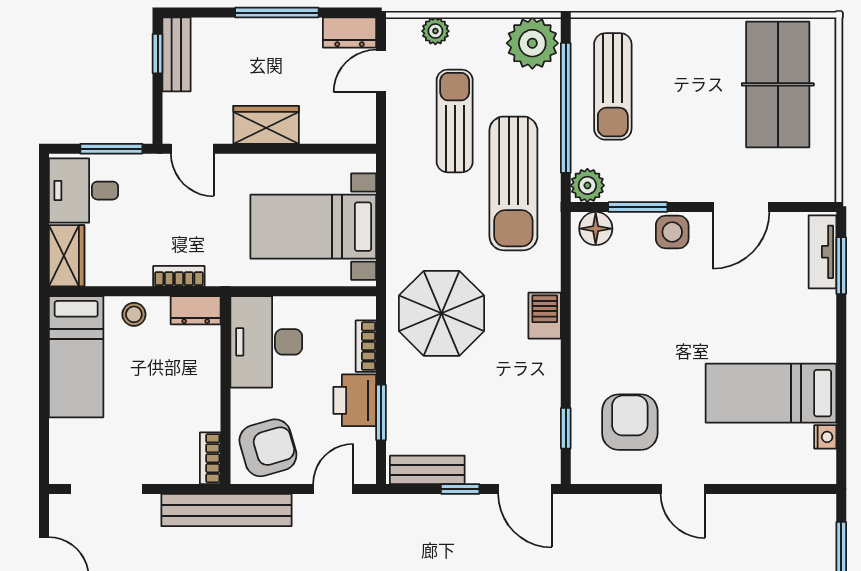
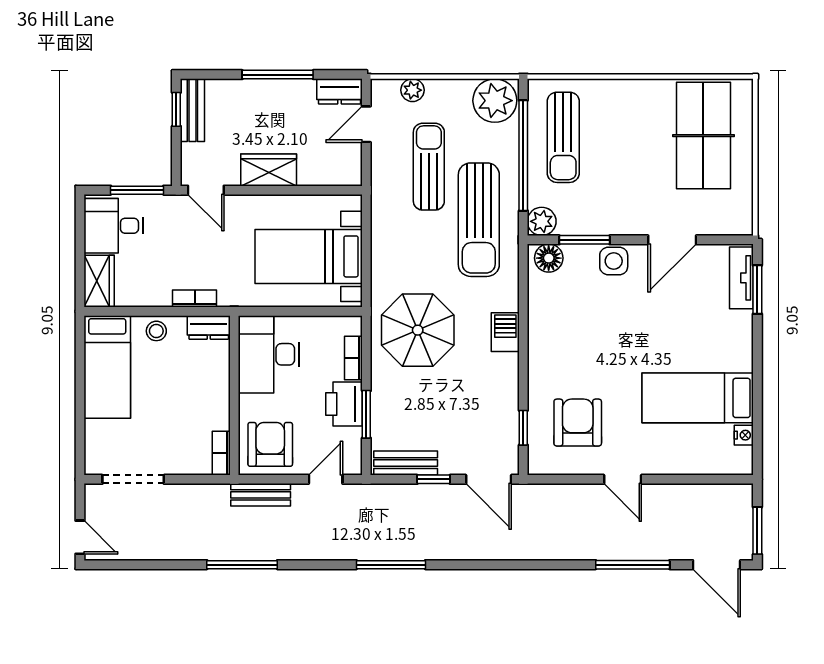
armchair: (268, 448) -> (270, 444), turned -74
bench: (226, 510) -> (261, 495), width x0.54, depth x0.82

